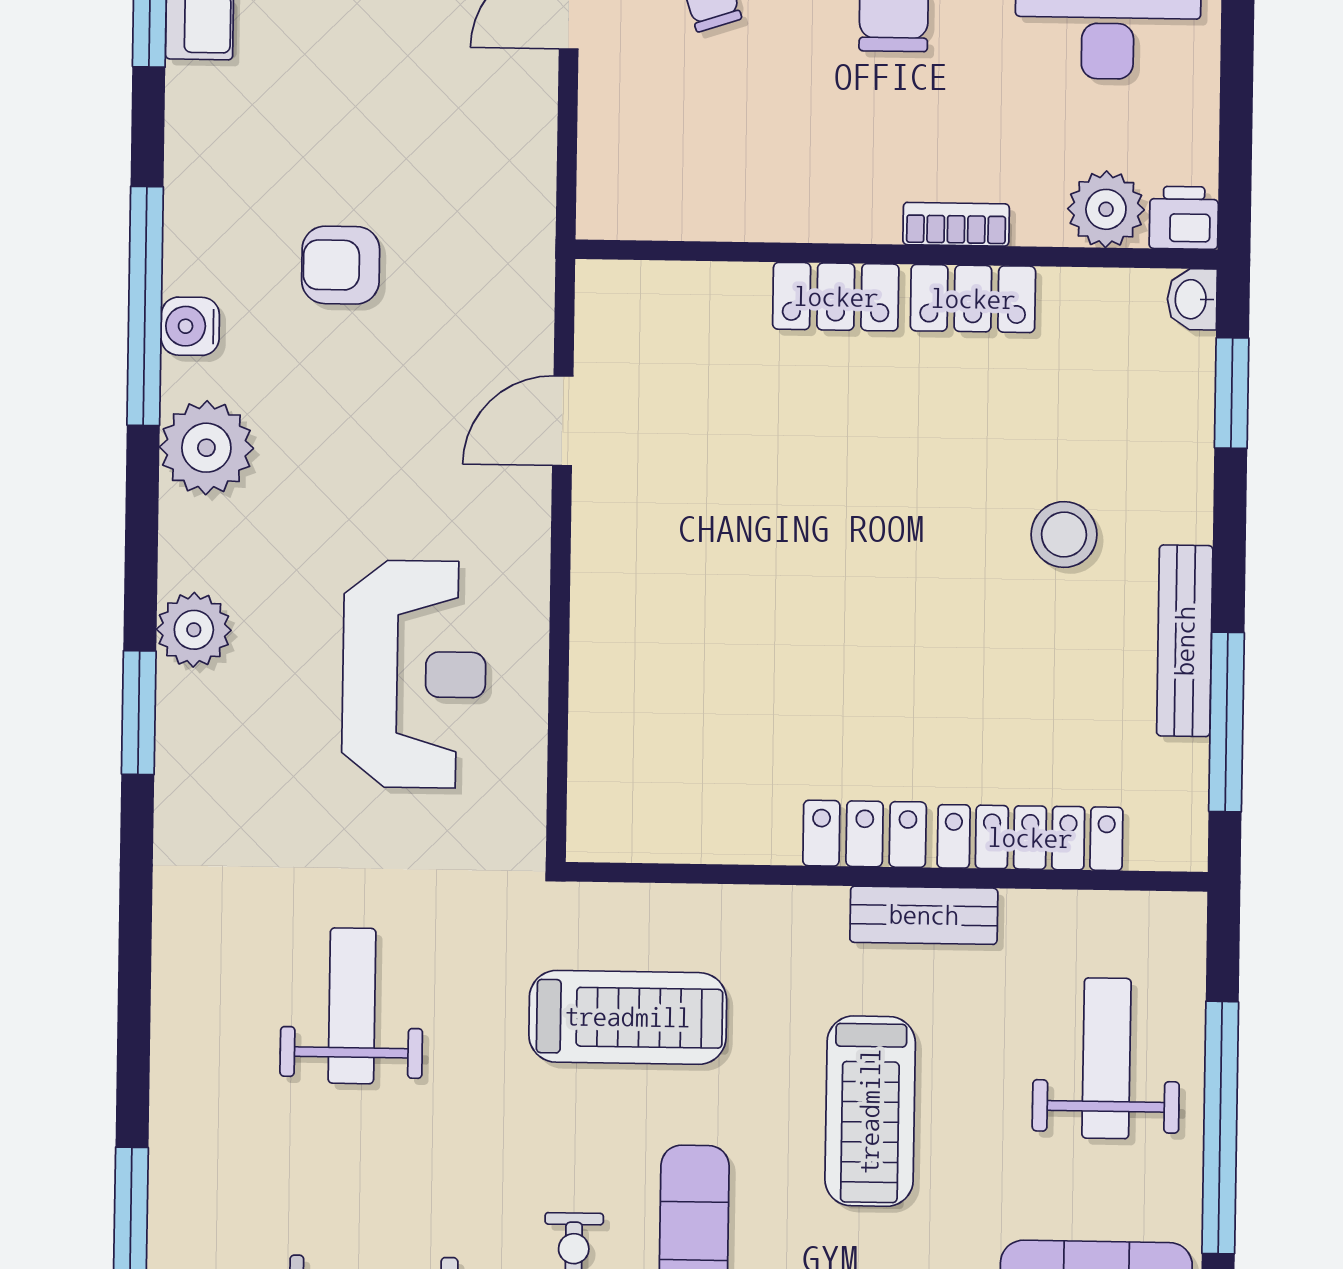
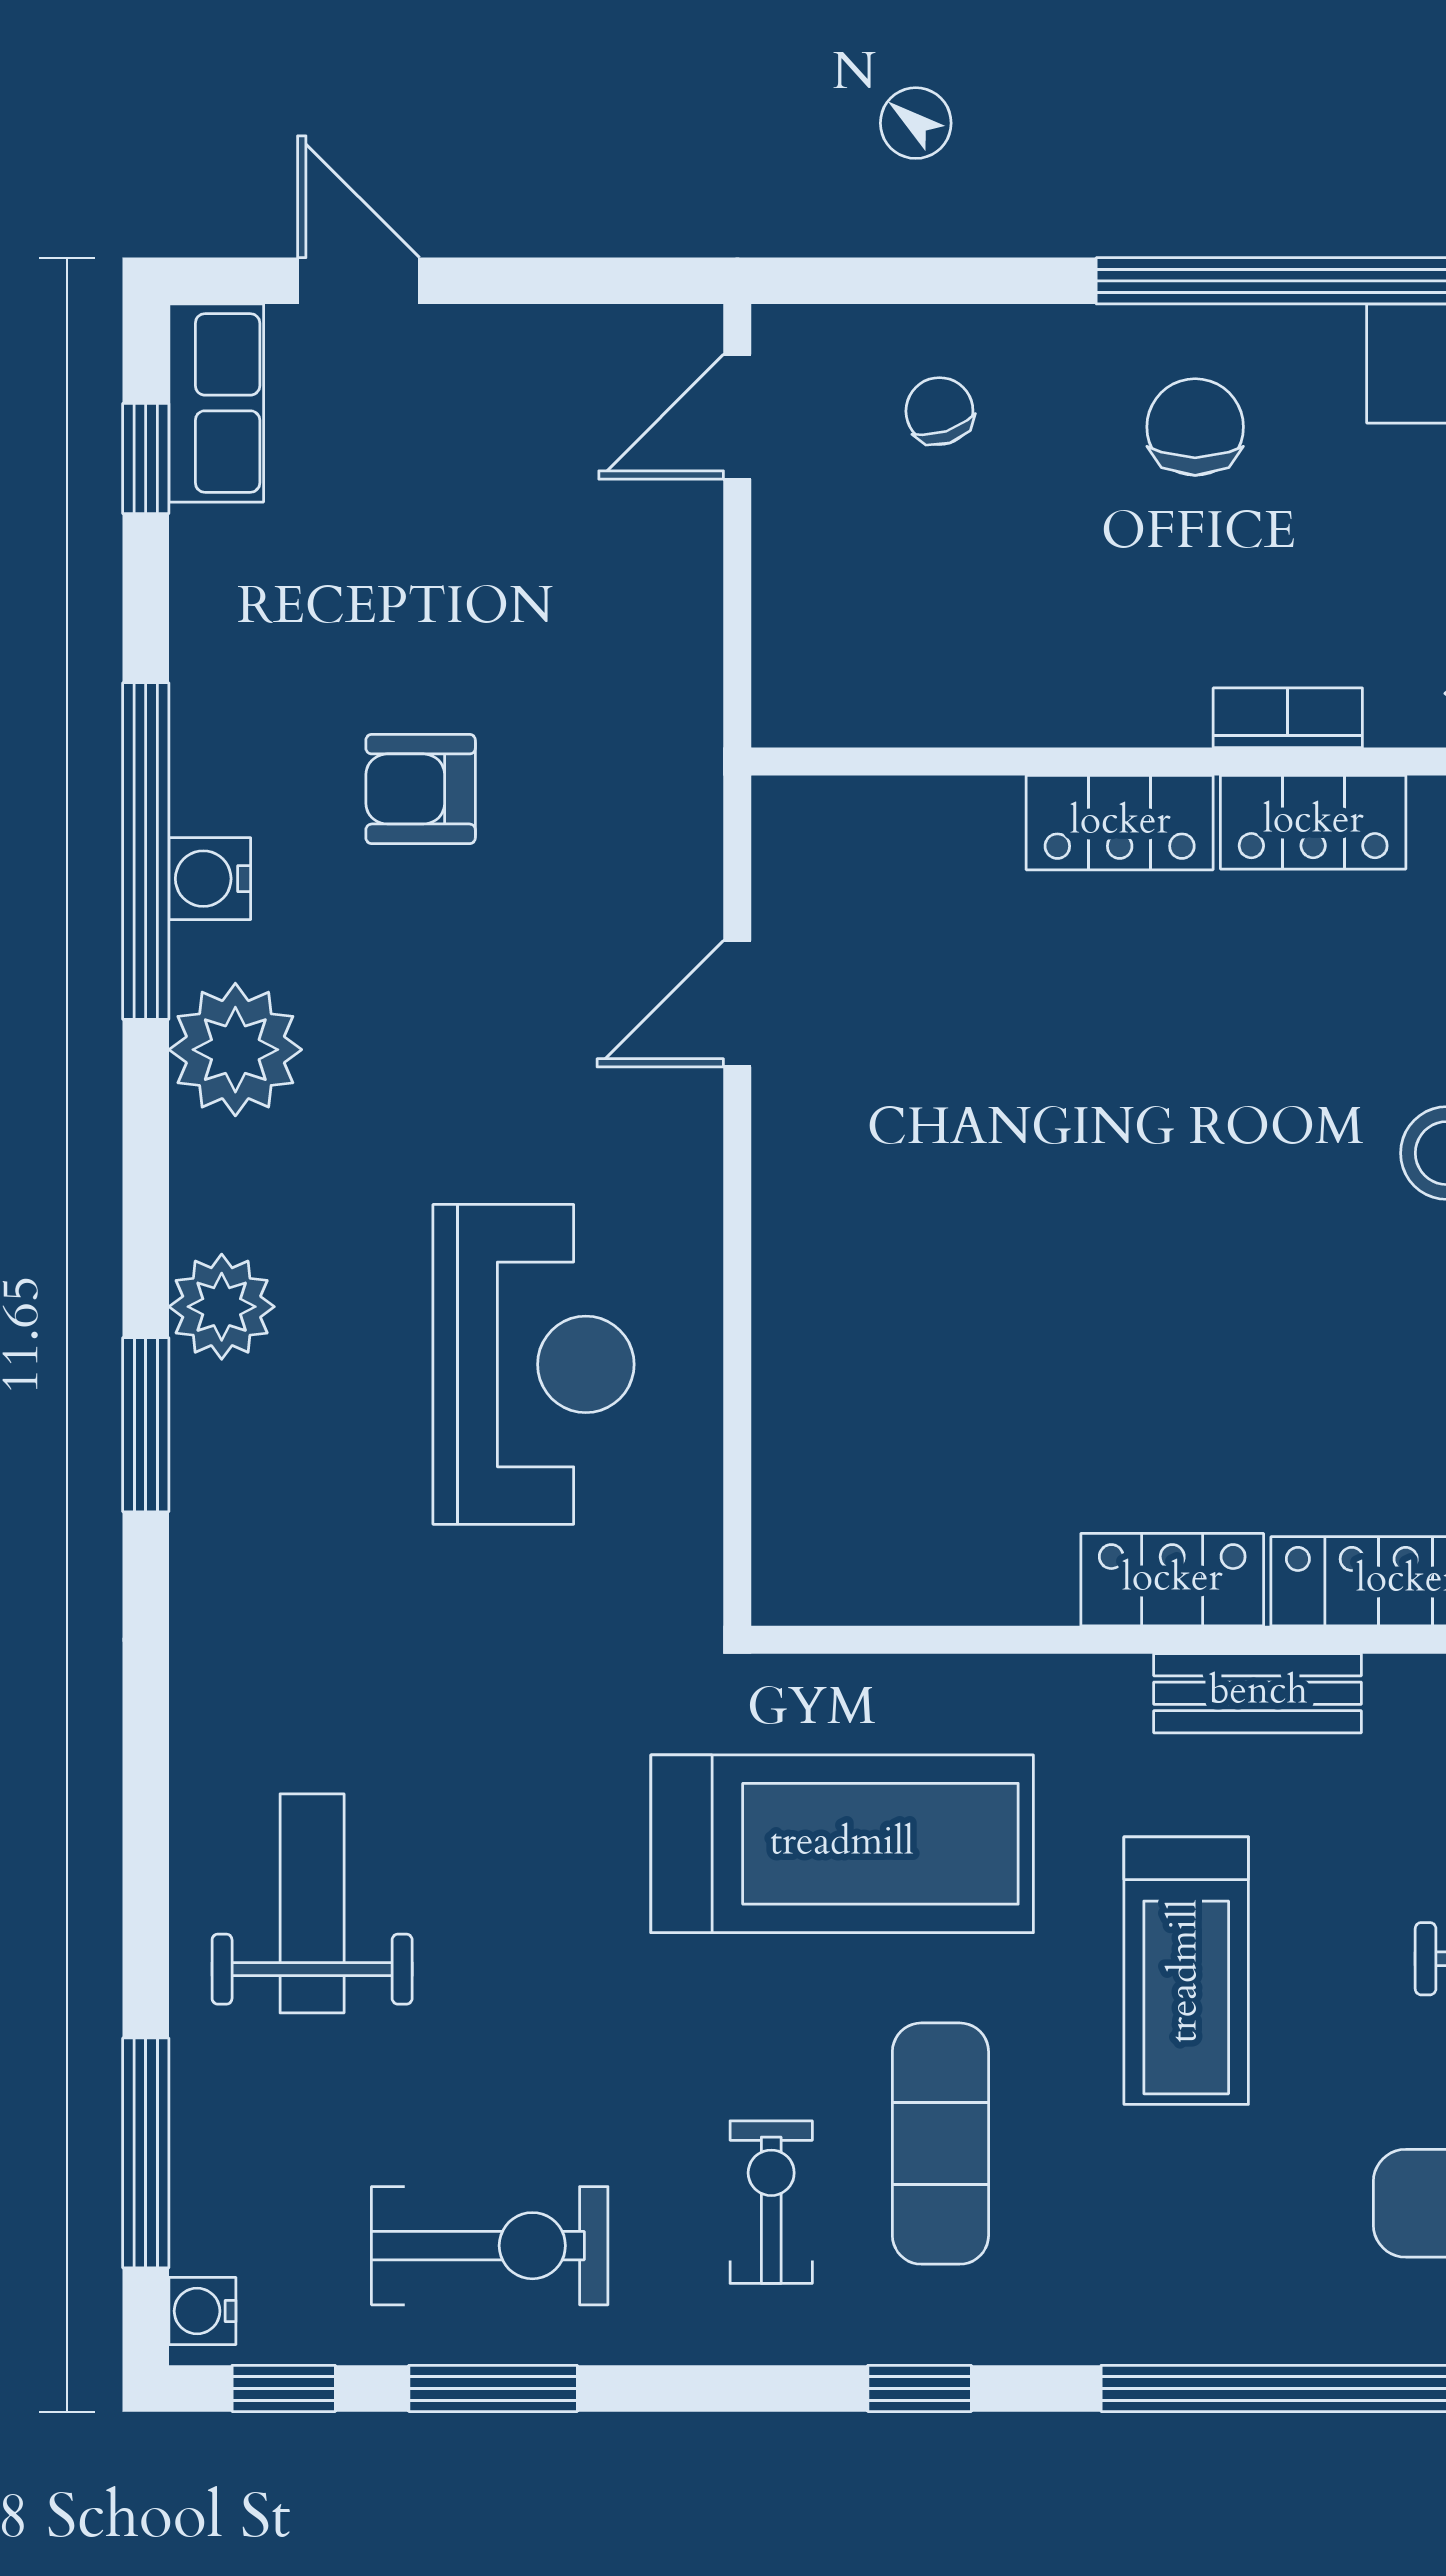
weight bench: (352, 1006) -> (312, 1903), moved
treadmill: (628, 1017) -> (842, 1844), width x1.37, depth x1.38

